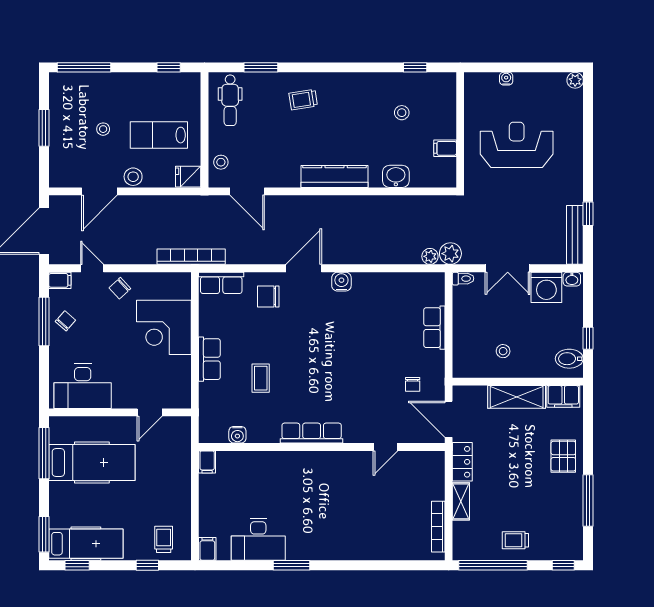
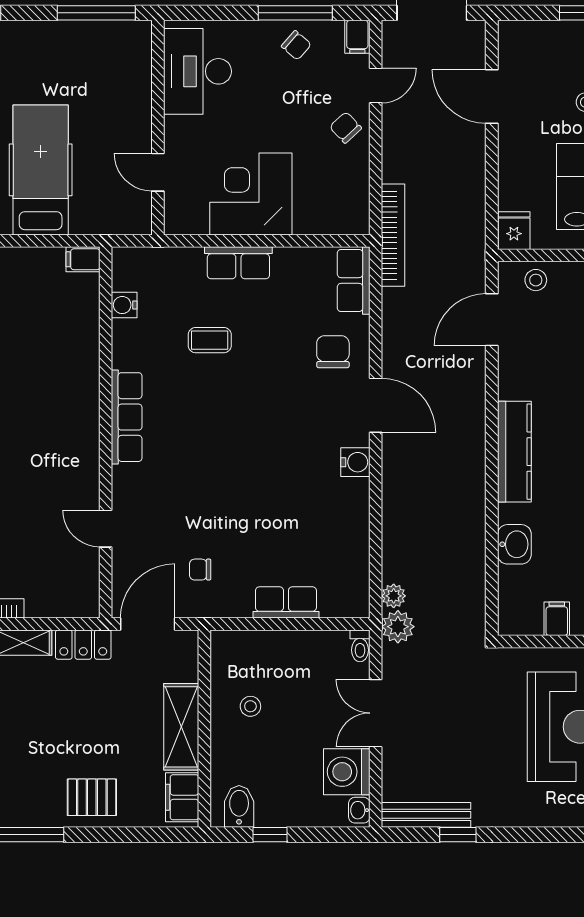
stool: (133, 177) -> (514, 147), removed
corner desk: (164, 327) -> (251, 194), moved
hospital bed: (92, 463) -> (41, 170), moved, turned 180

